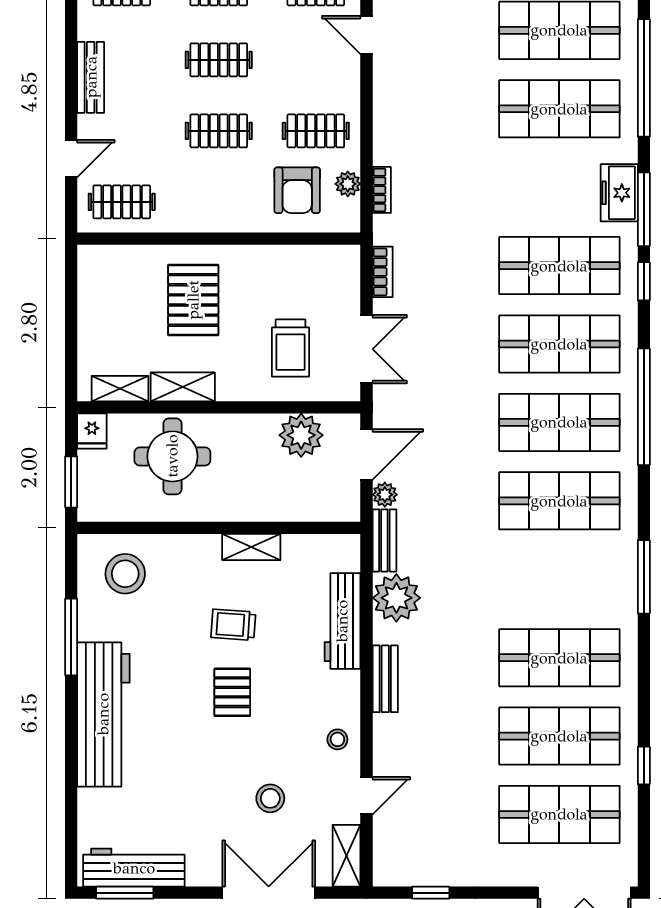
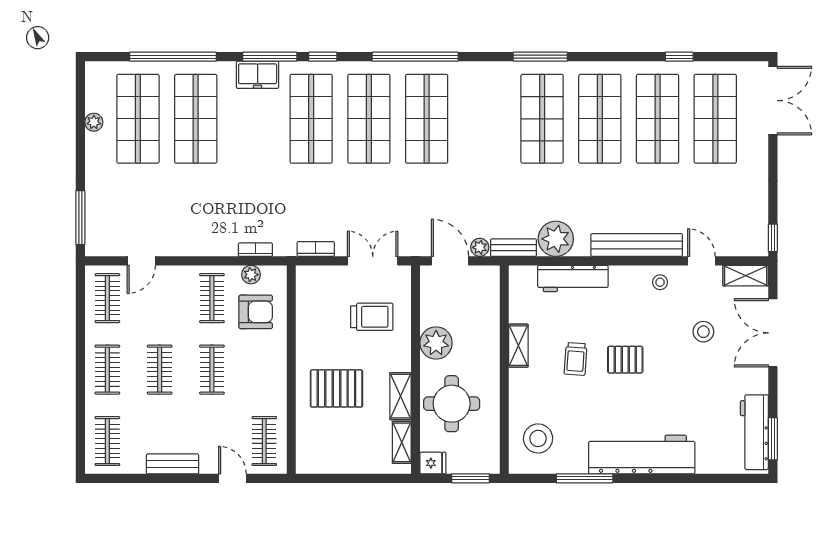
plant: (301, 435) -> (436, 343), moved
shop shelf: (559, 501) -> (542, 119), moved
bench: (385, 679) -> (637, 245), width x1.86, depth x1.21
window: (431, 893) -> (773, 238), moved

